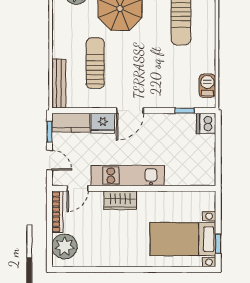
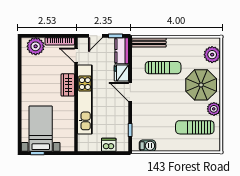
dishwasher: (206, 123) -> (109, 145), moved
kitchen unit: (128, 176) -> (85, 99), width x1.36

